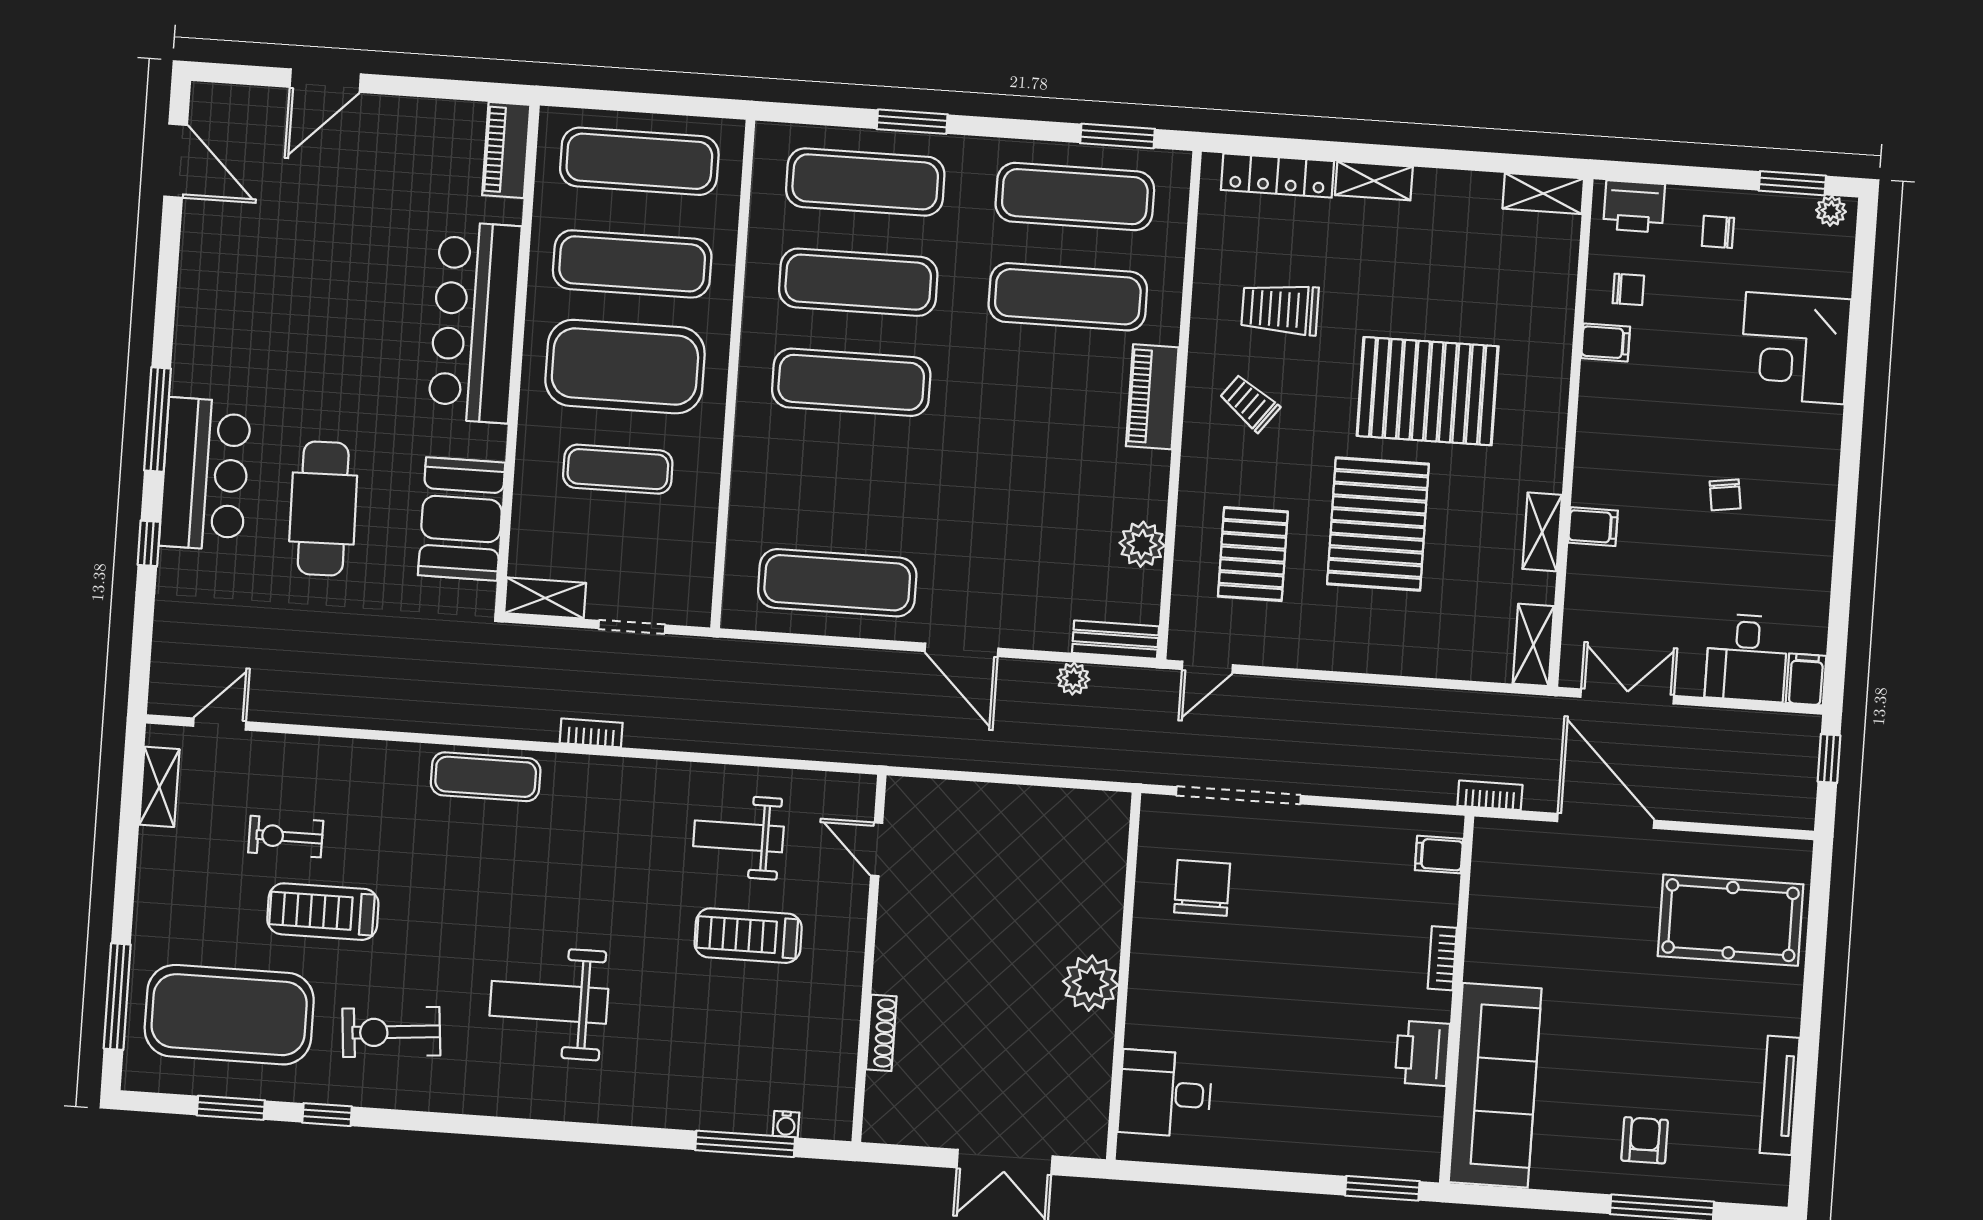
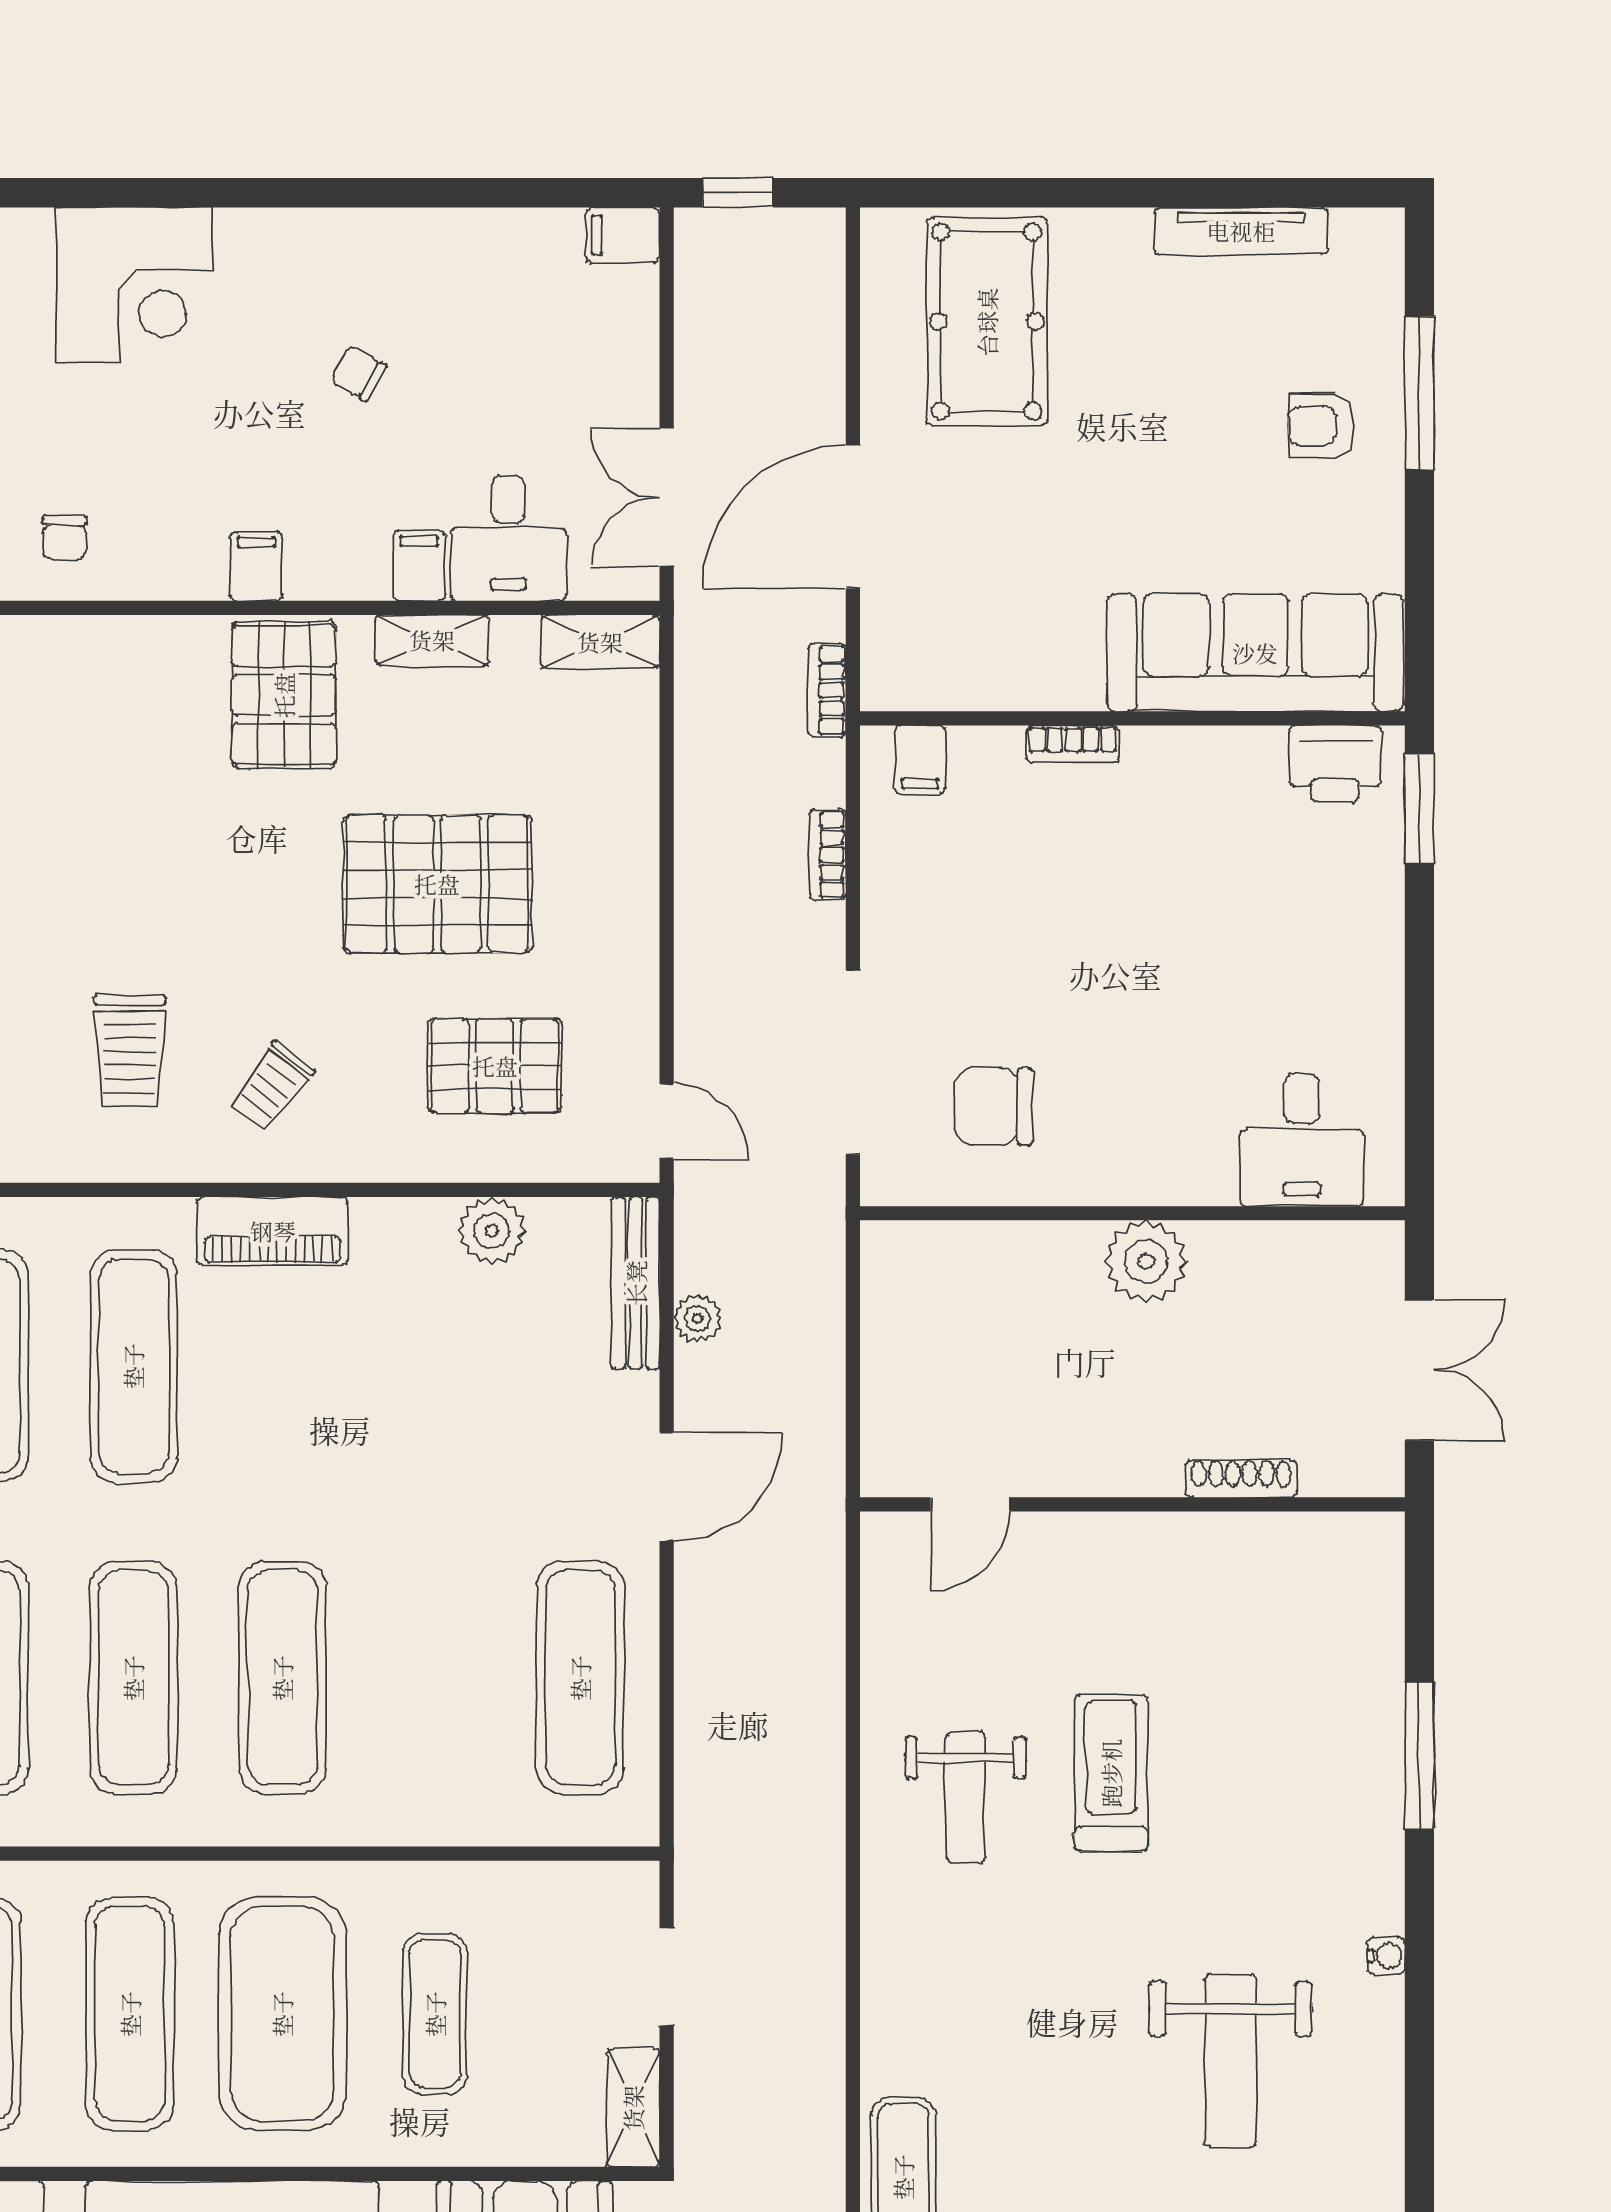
chair: (1628, 289) -> (65, 538), turned 180
filing cabinet: (1606, 342) -> (256, 566), moved
pallet: (1428, 391) -> (284, 695), moved, width x0.73, depth x0.71
chair: (1725, 495) -> (358, 374), turned -142
bench: (1116, 640) -> (636, 1283), width x1.36
desk: (1746, 658) -> (508, 538), moved, turned 90
bookcase: (591, 733) -> (828, 855), moved
door: (877, 849) -> (970, 1504), moved
treadmill: (748, 936) -> (1111, 1773), turned 180
wall: (869, 958) -> (1132, 1504), moved
shoe rack: (881, 1033) -> (1241, 1478), moved
printer: (1422, 1053) -> (1335, 764), moved
water cooler: (786, 1124) -> (1386, 1956), moved

